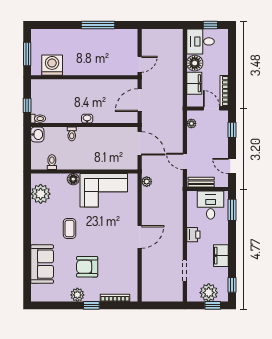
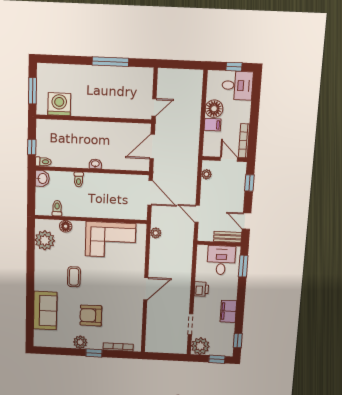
desk: (200, 41) -> (237, 85), moved, turned 180
filing cabinet: (194, 83) -> (212, 125), width x0.50
floor lamp: (73, 179) -> (66, 226), moved
bench: (201, 182) -> (228, 237), moved
plant: (209, 293) -> (200, 346), moved

